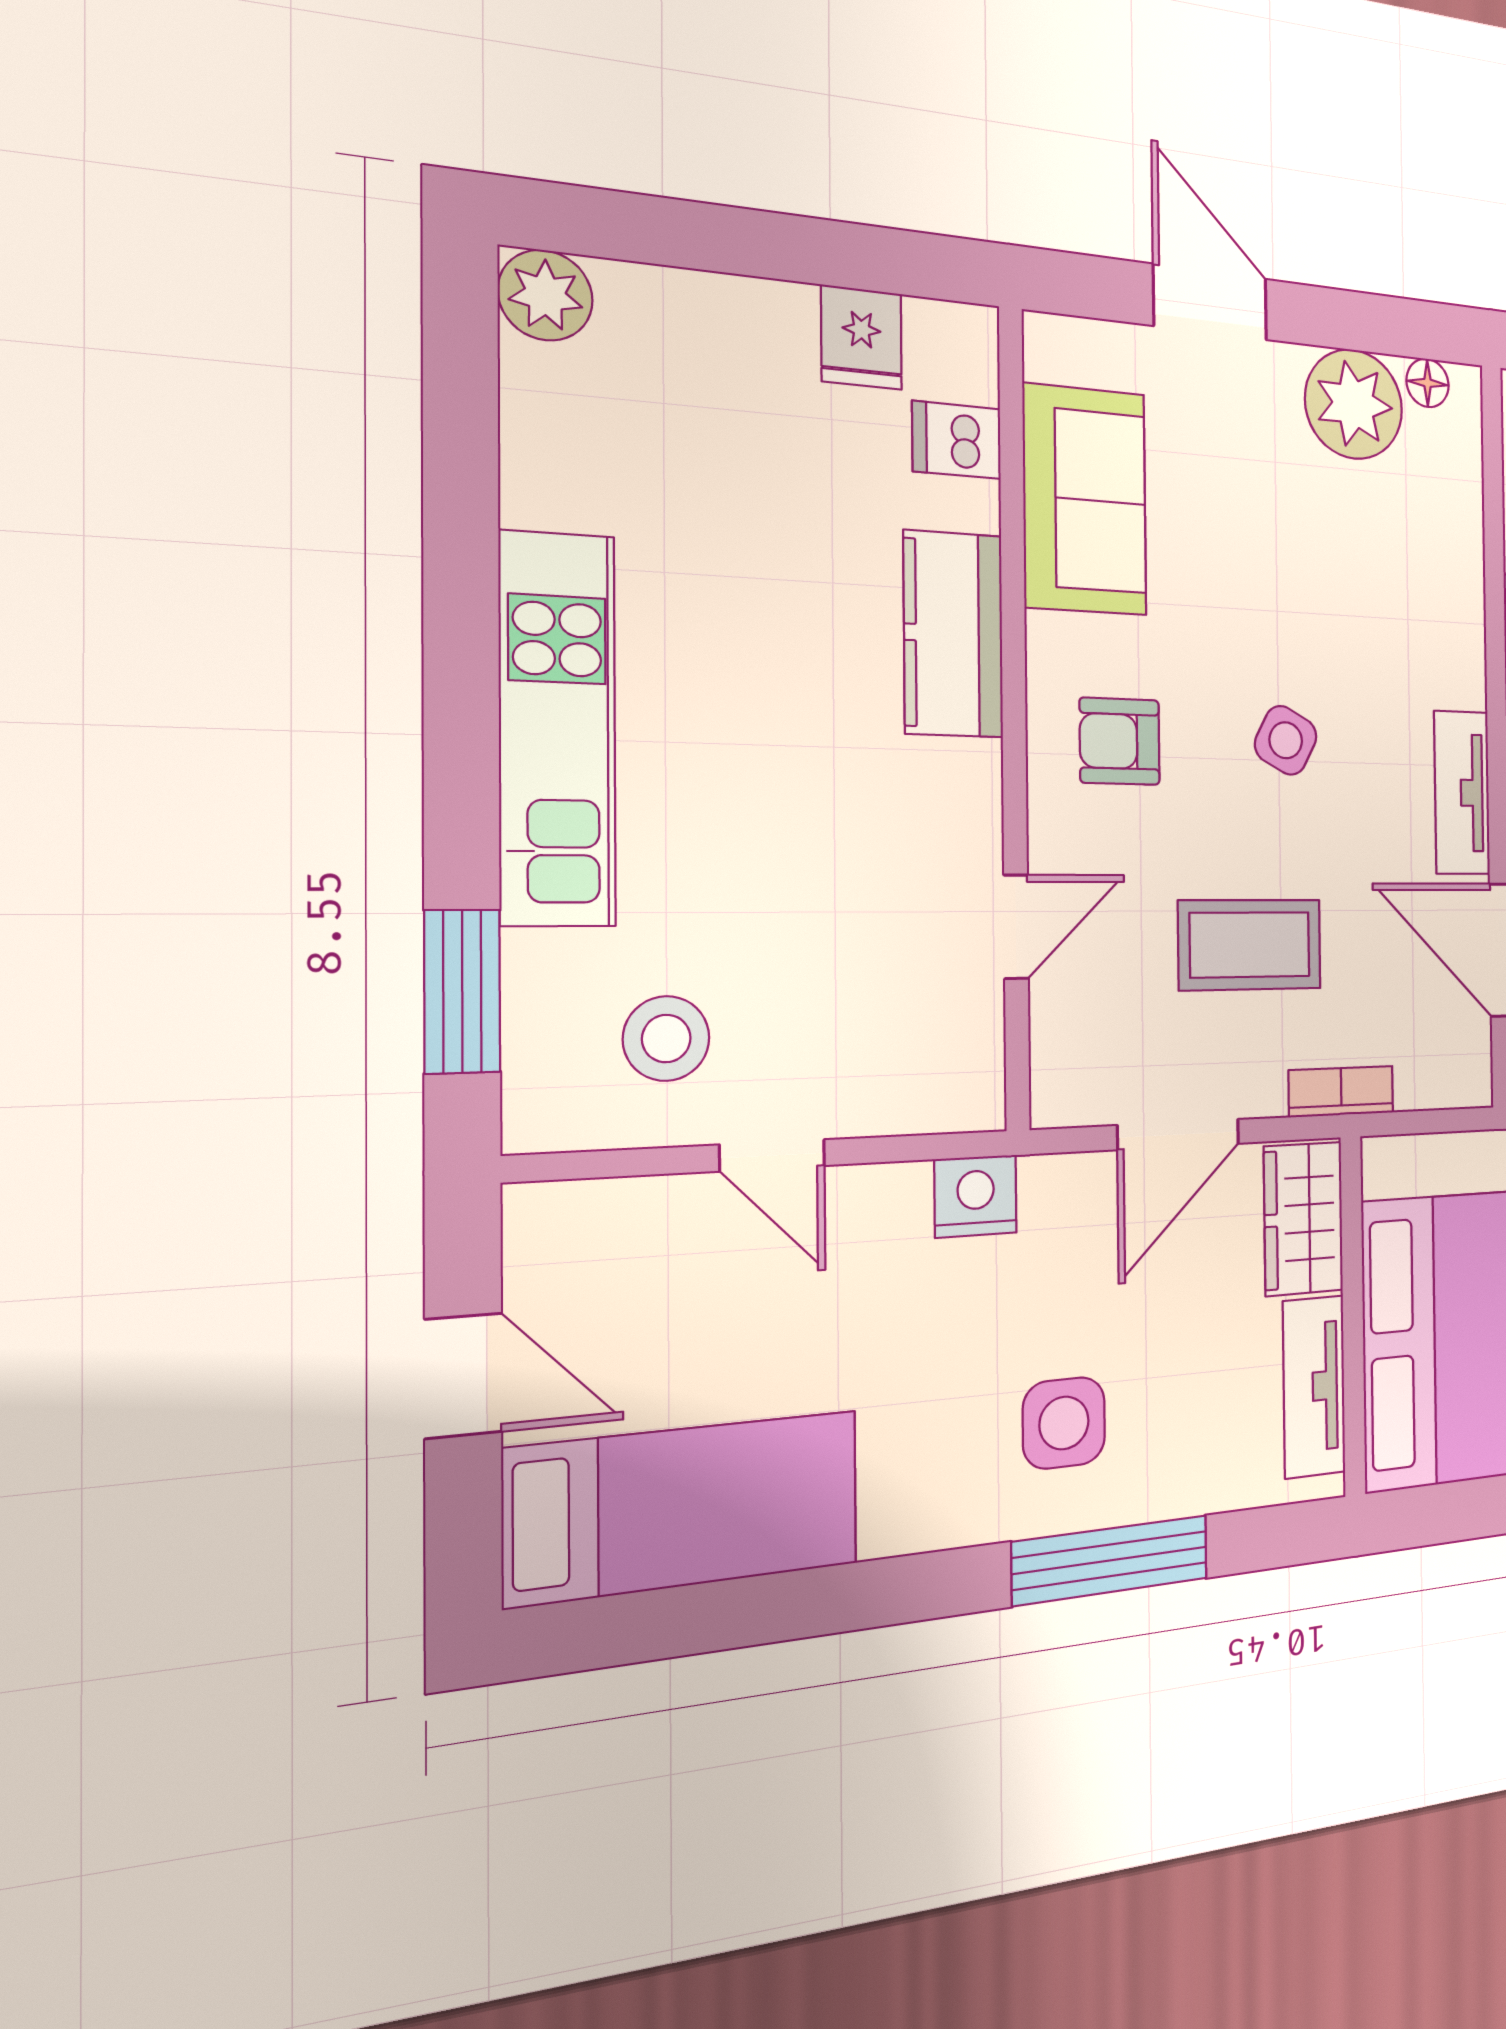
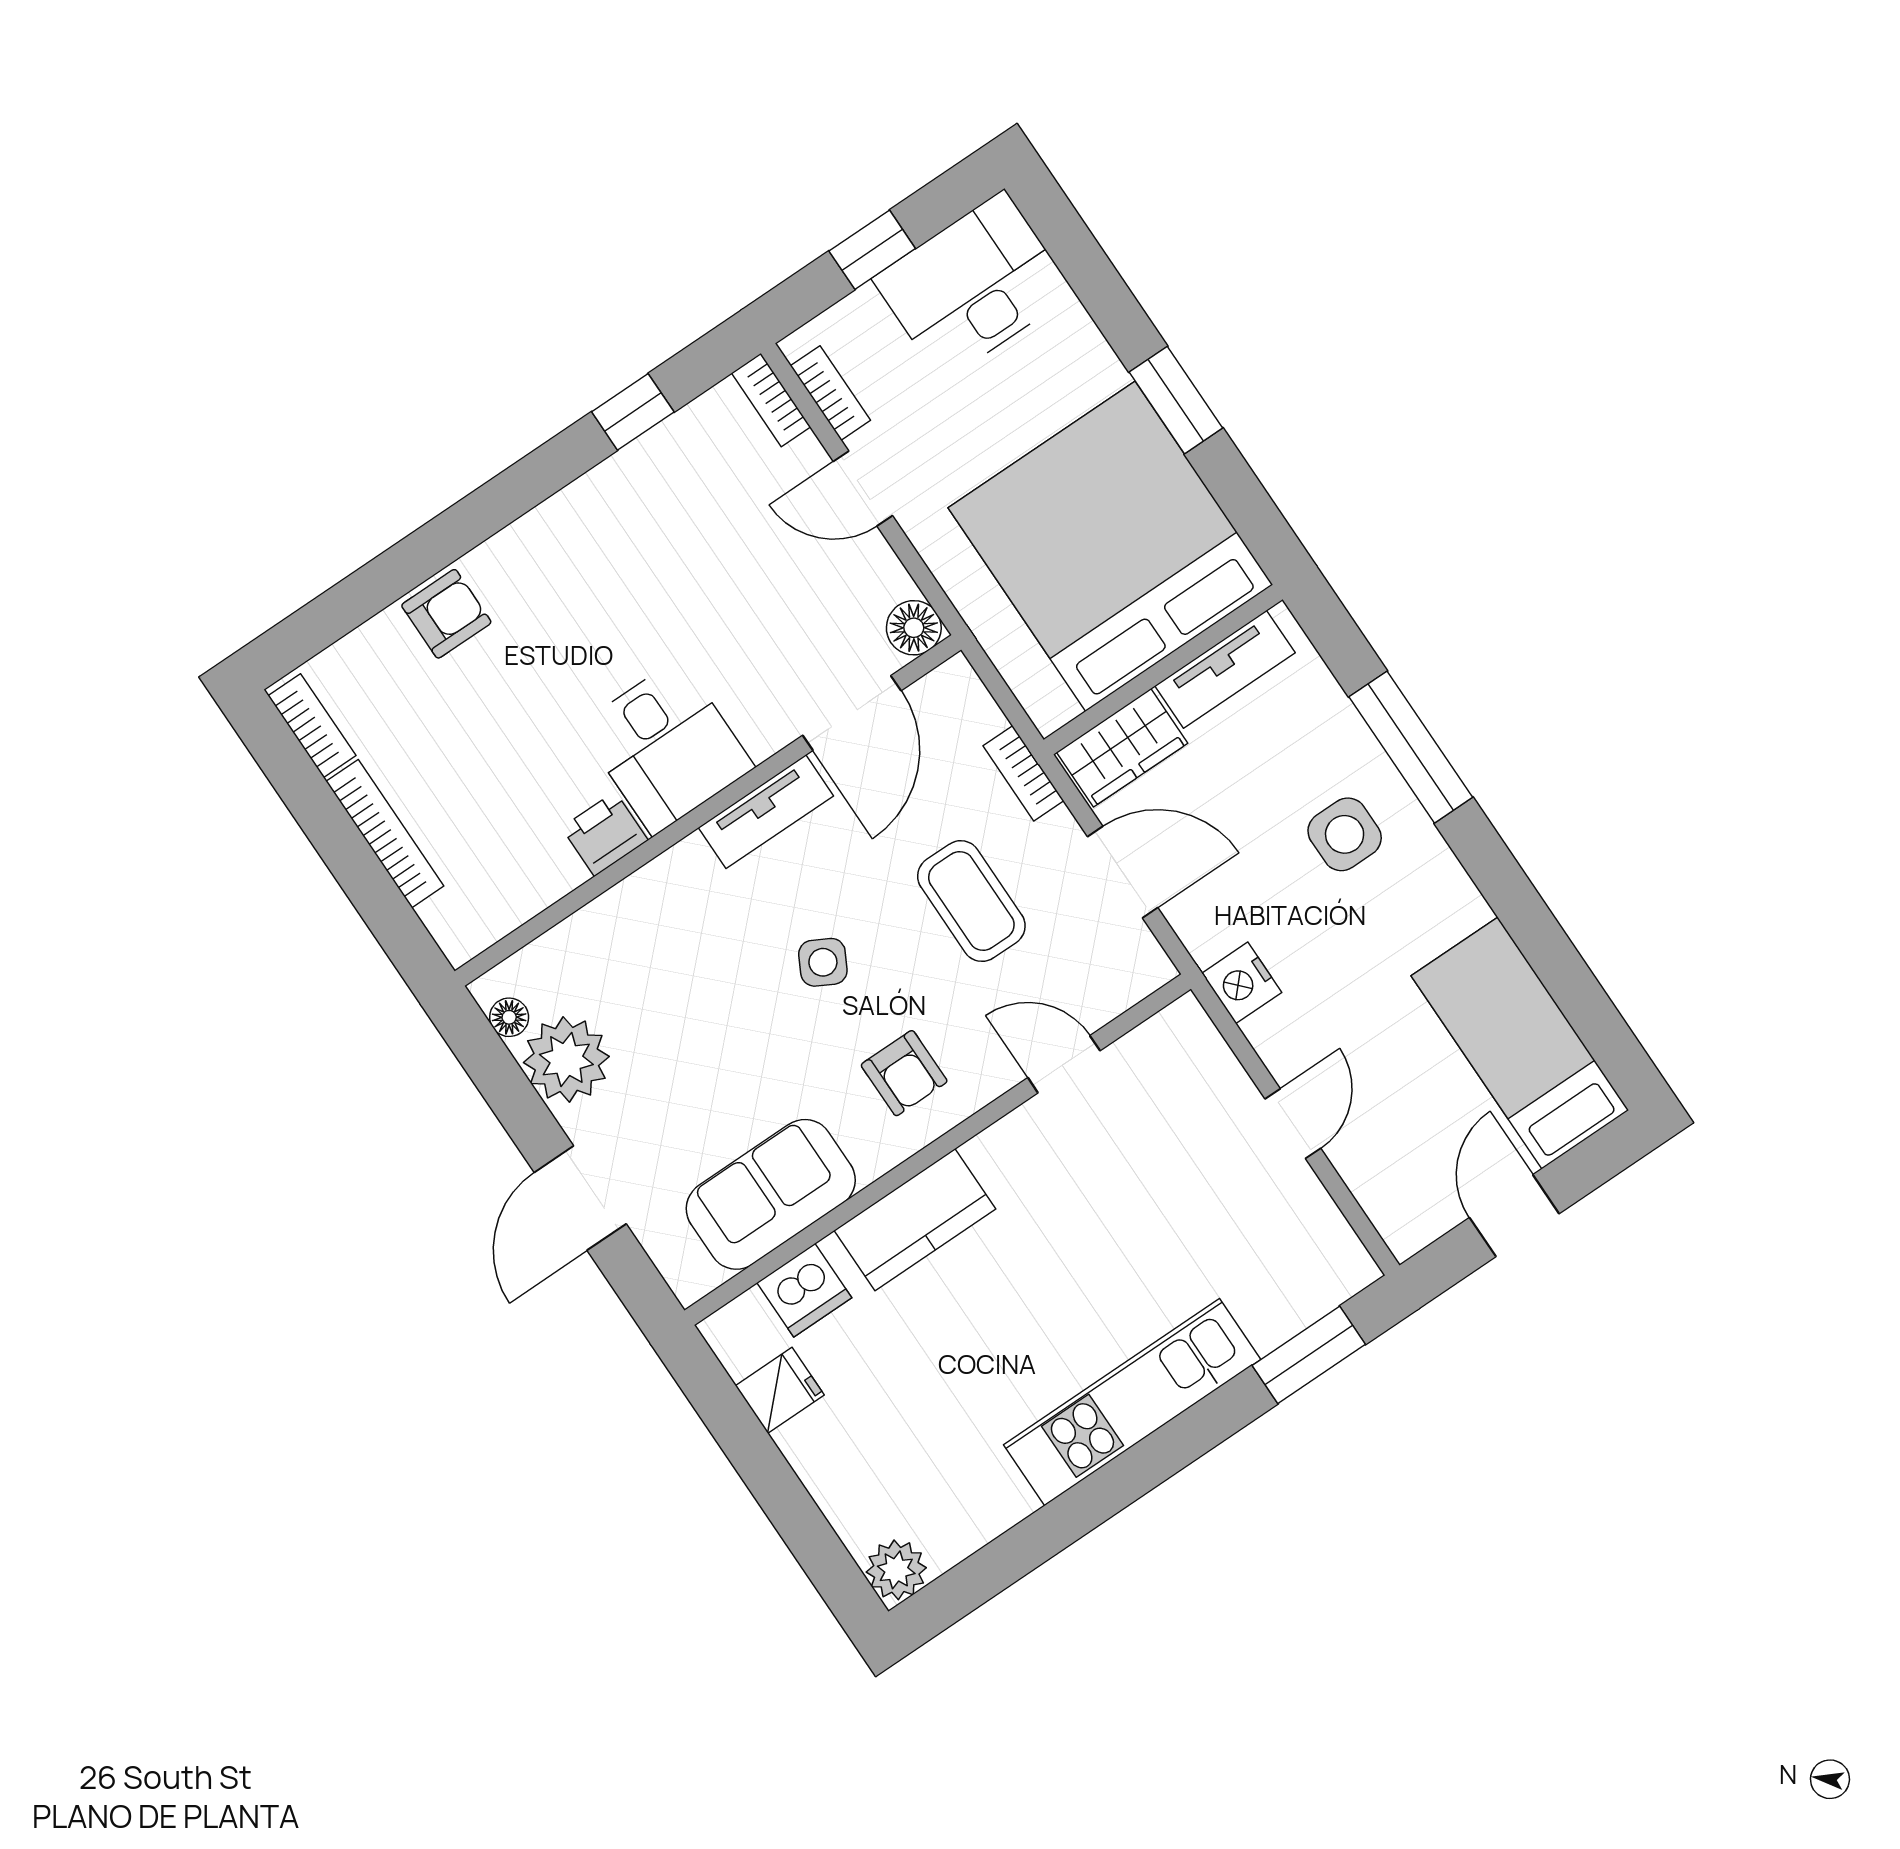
dishwasher: (957, 440) -> (804, 1290), width x1.38
stool: (666, 1038) -> (1265, 1229), removed

